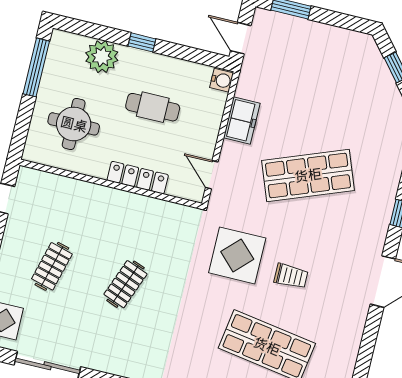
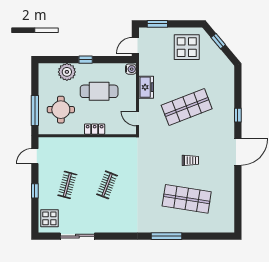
door: (241, 38) -> (135, 45), hinge flipped
window: (36, 67) -> (35, 110), moved
cafe table: (153, 107) -> (99, 91), width x1.37, depth x1.35
locker: (138, 178) -> (95, 129), width x0.66
display table: (237, 255) -> (187, 47), moved

